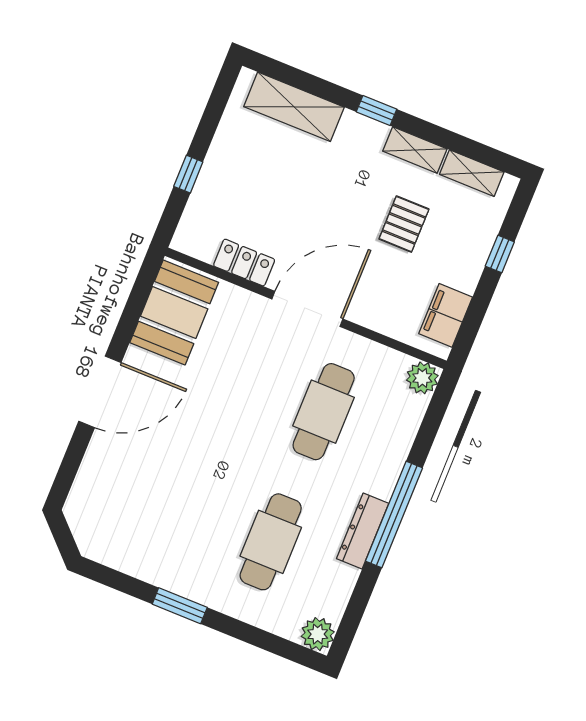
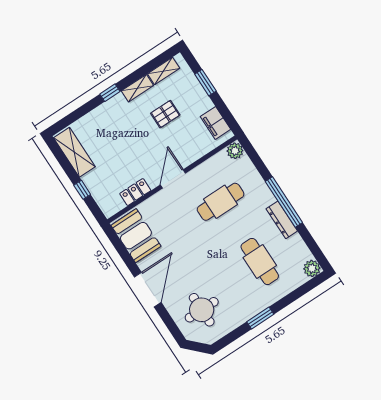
shelving: (294, 107) -> (74, 152), moved, turned 90
pallet: (404, 224) -> (165, 114), turned 90
window: (500, 254) -> (205, 83), width x1.50
door: (307, 309) -> (173, 179), width x0.73
cafe table: (324, 412) -> (221, 202), turned 90
round table: (128, 502) -> (202, 310), added

